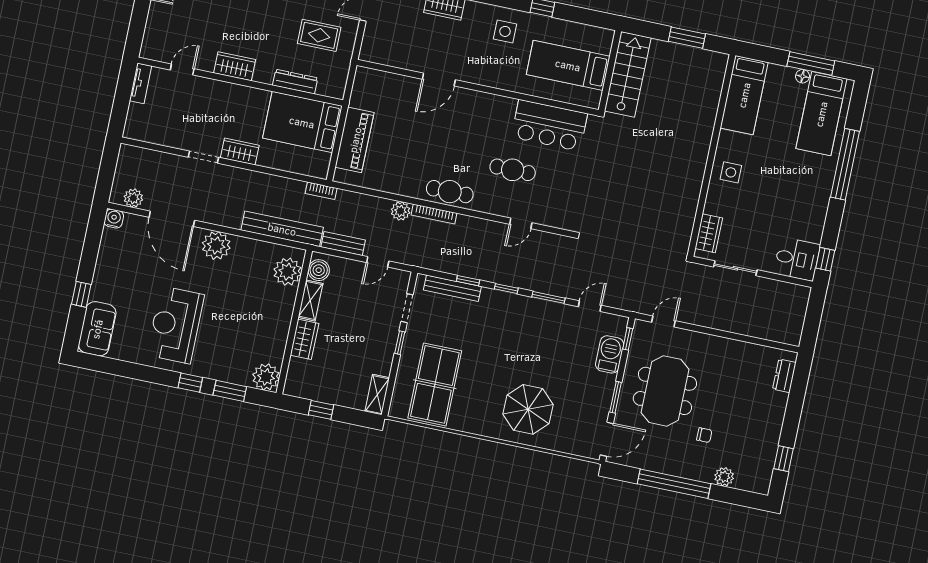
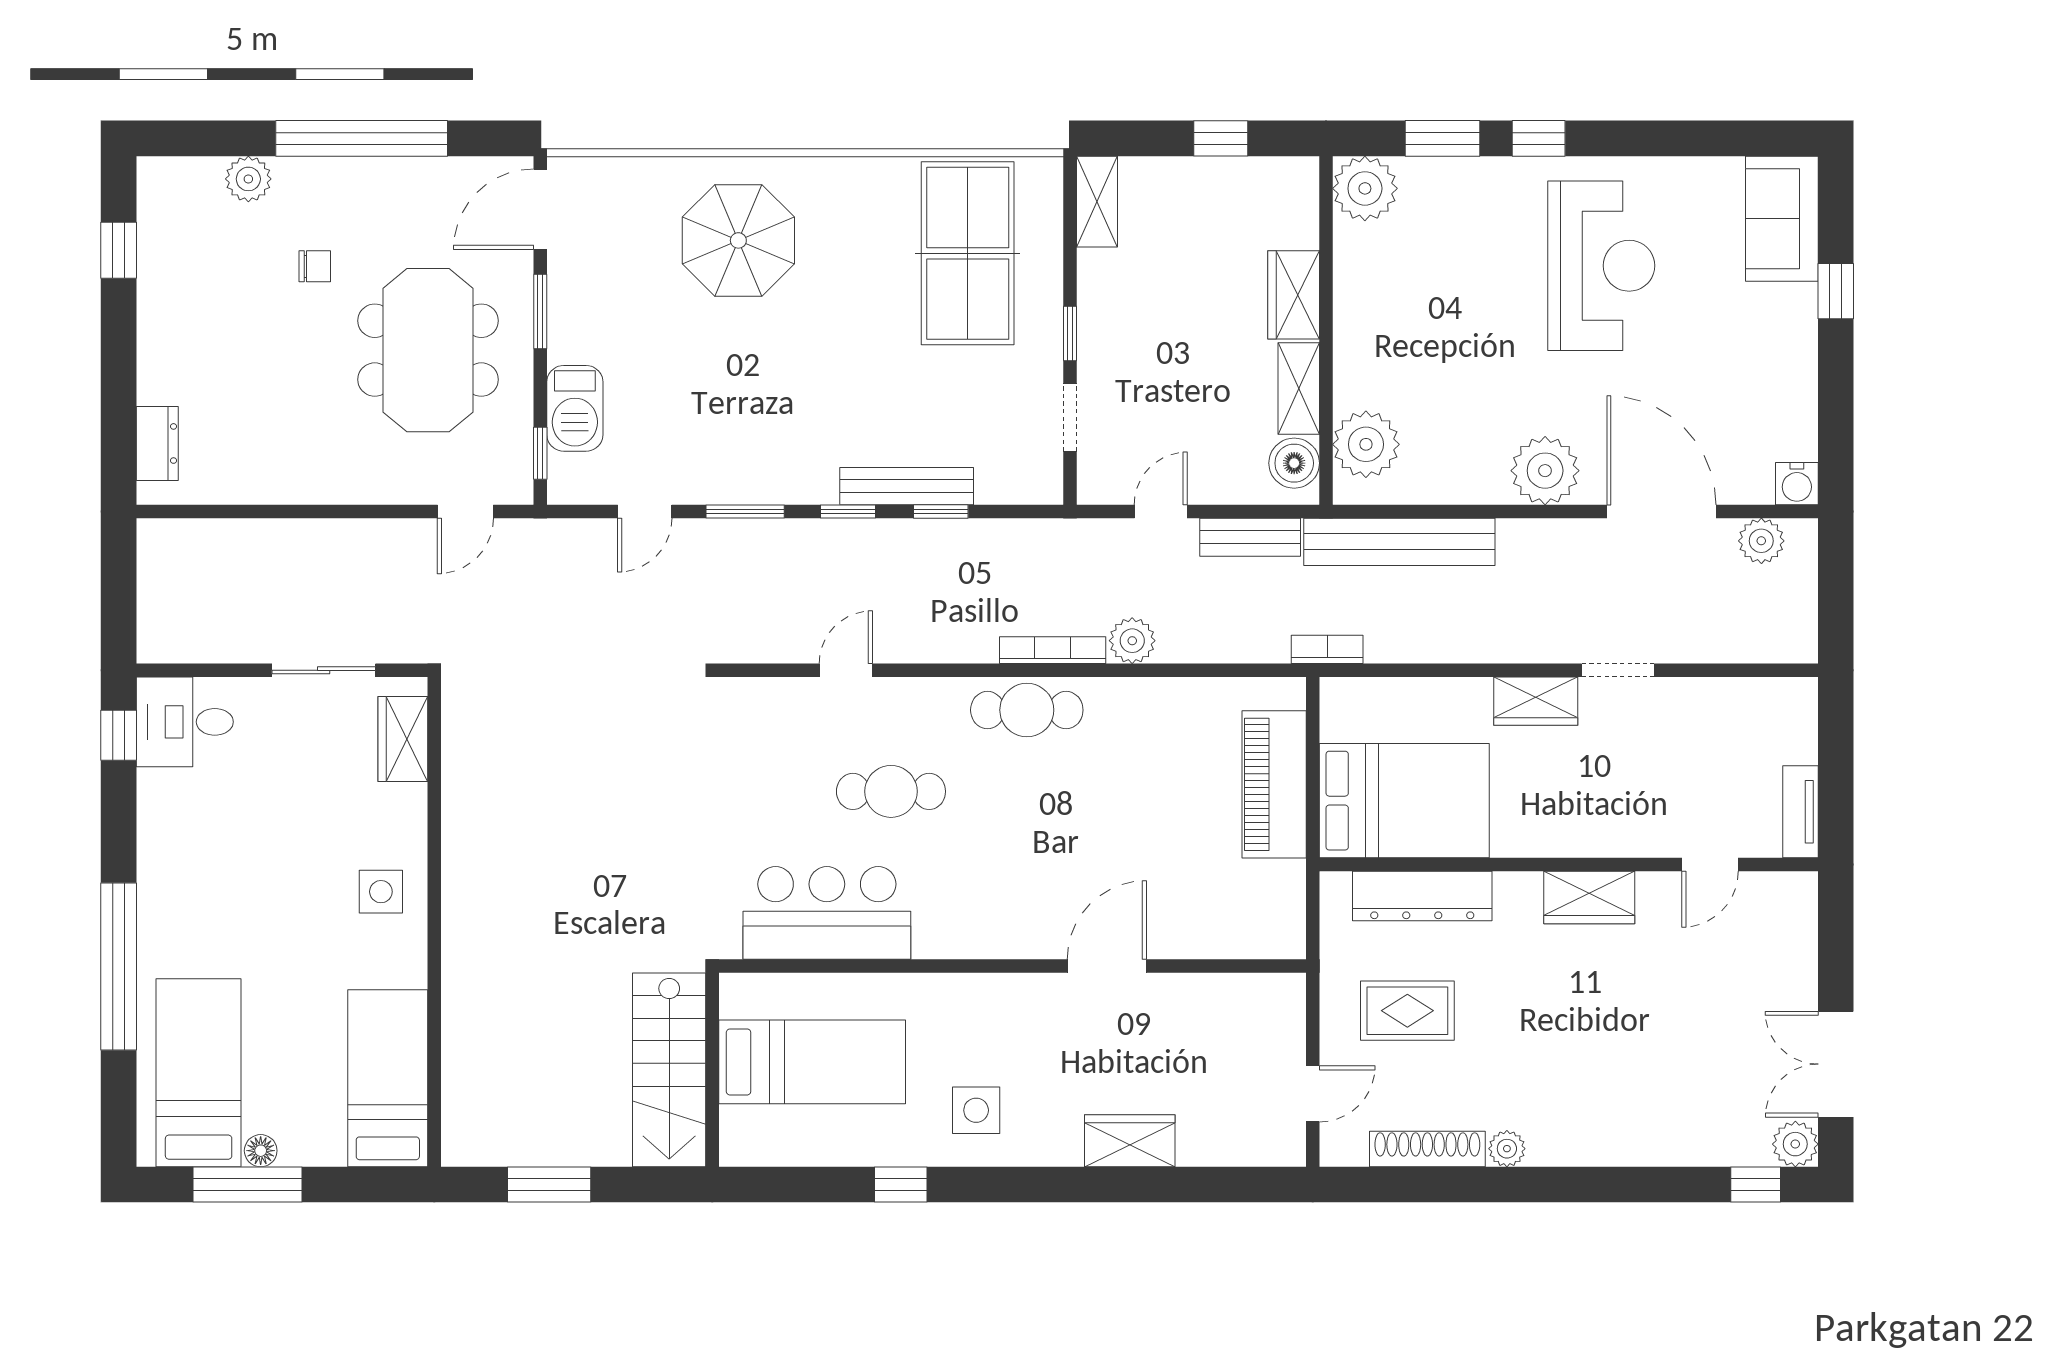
dresser: (295, 82) -> (1422, 896), width x1.37, depth x1.24
bench: (452, 288) -> (907, 486), moved
chair: (704, 435) -> (315, 266), turned 180

